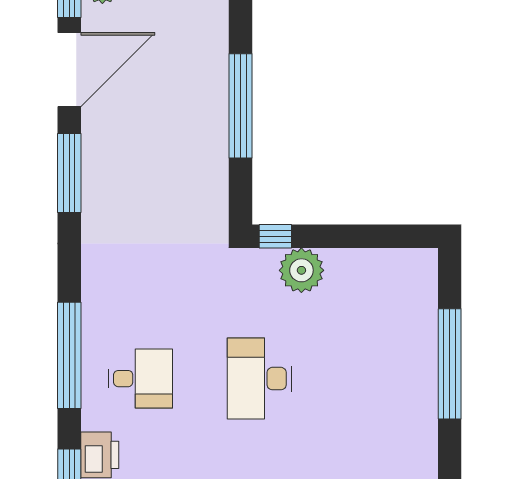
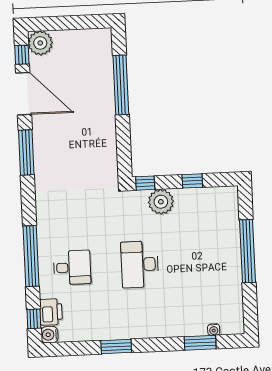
door: (69, 70) -> (24, 94), hinge flipped
window: (241, 106) -> (121, 85), moved
window: (358, 236) -> (192, 181), added

